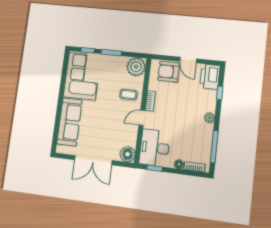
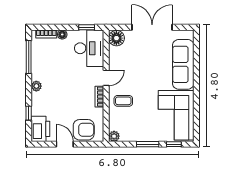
plant: (136, 67) -> (114, 136), width x0.53, depth x0.53

